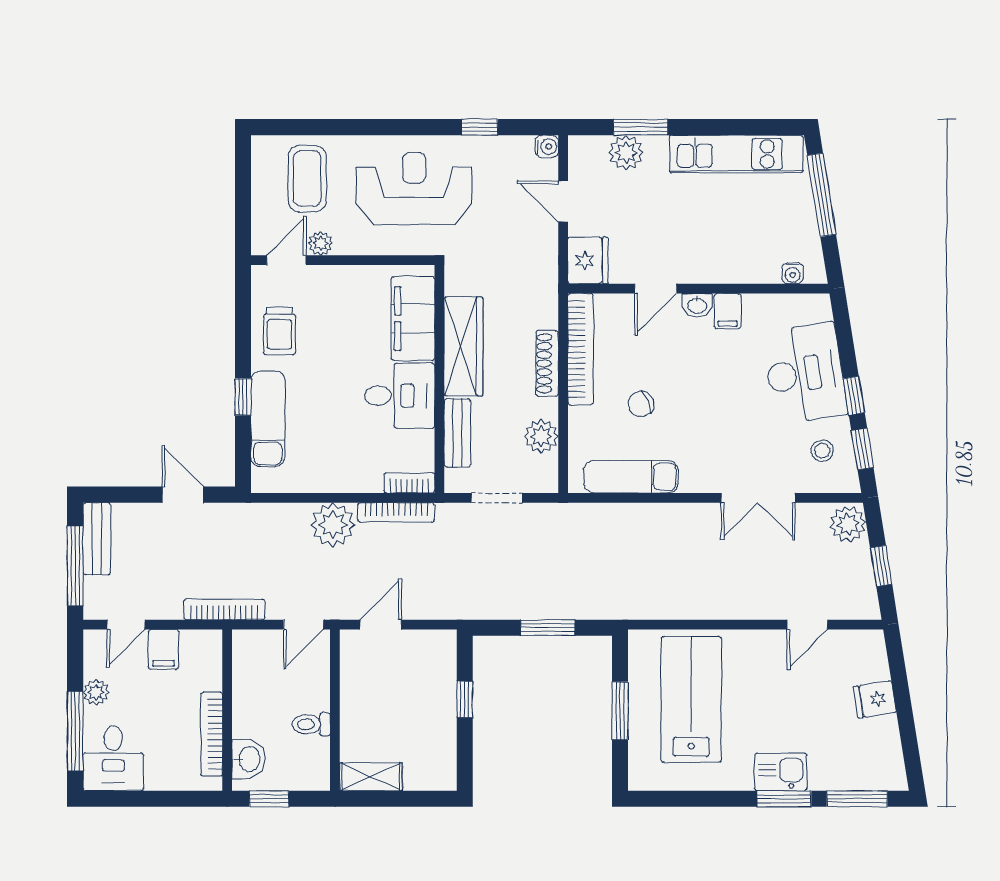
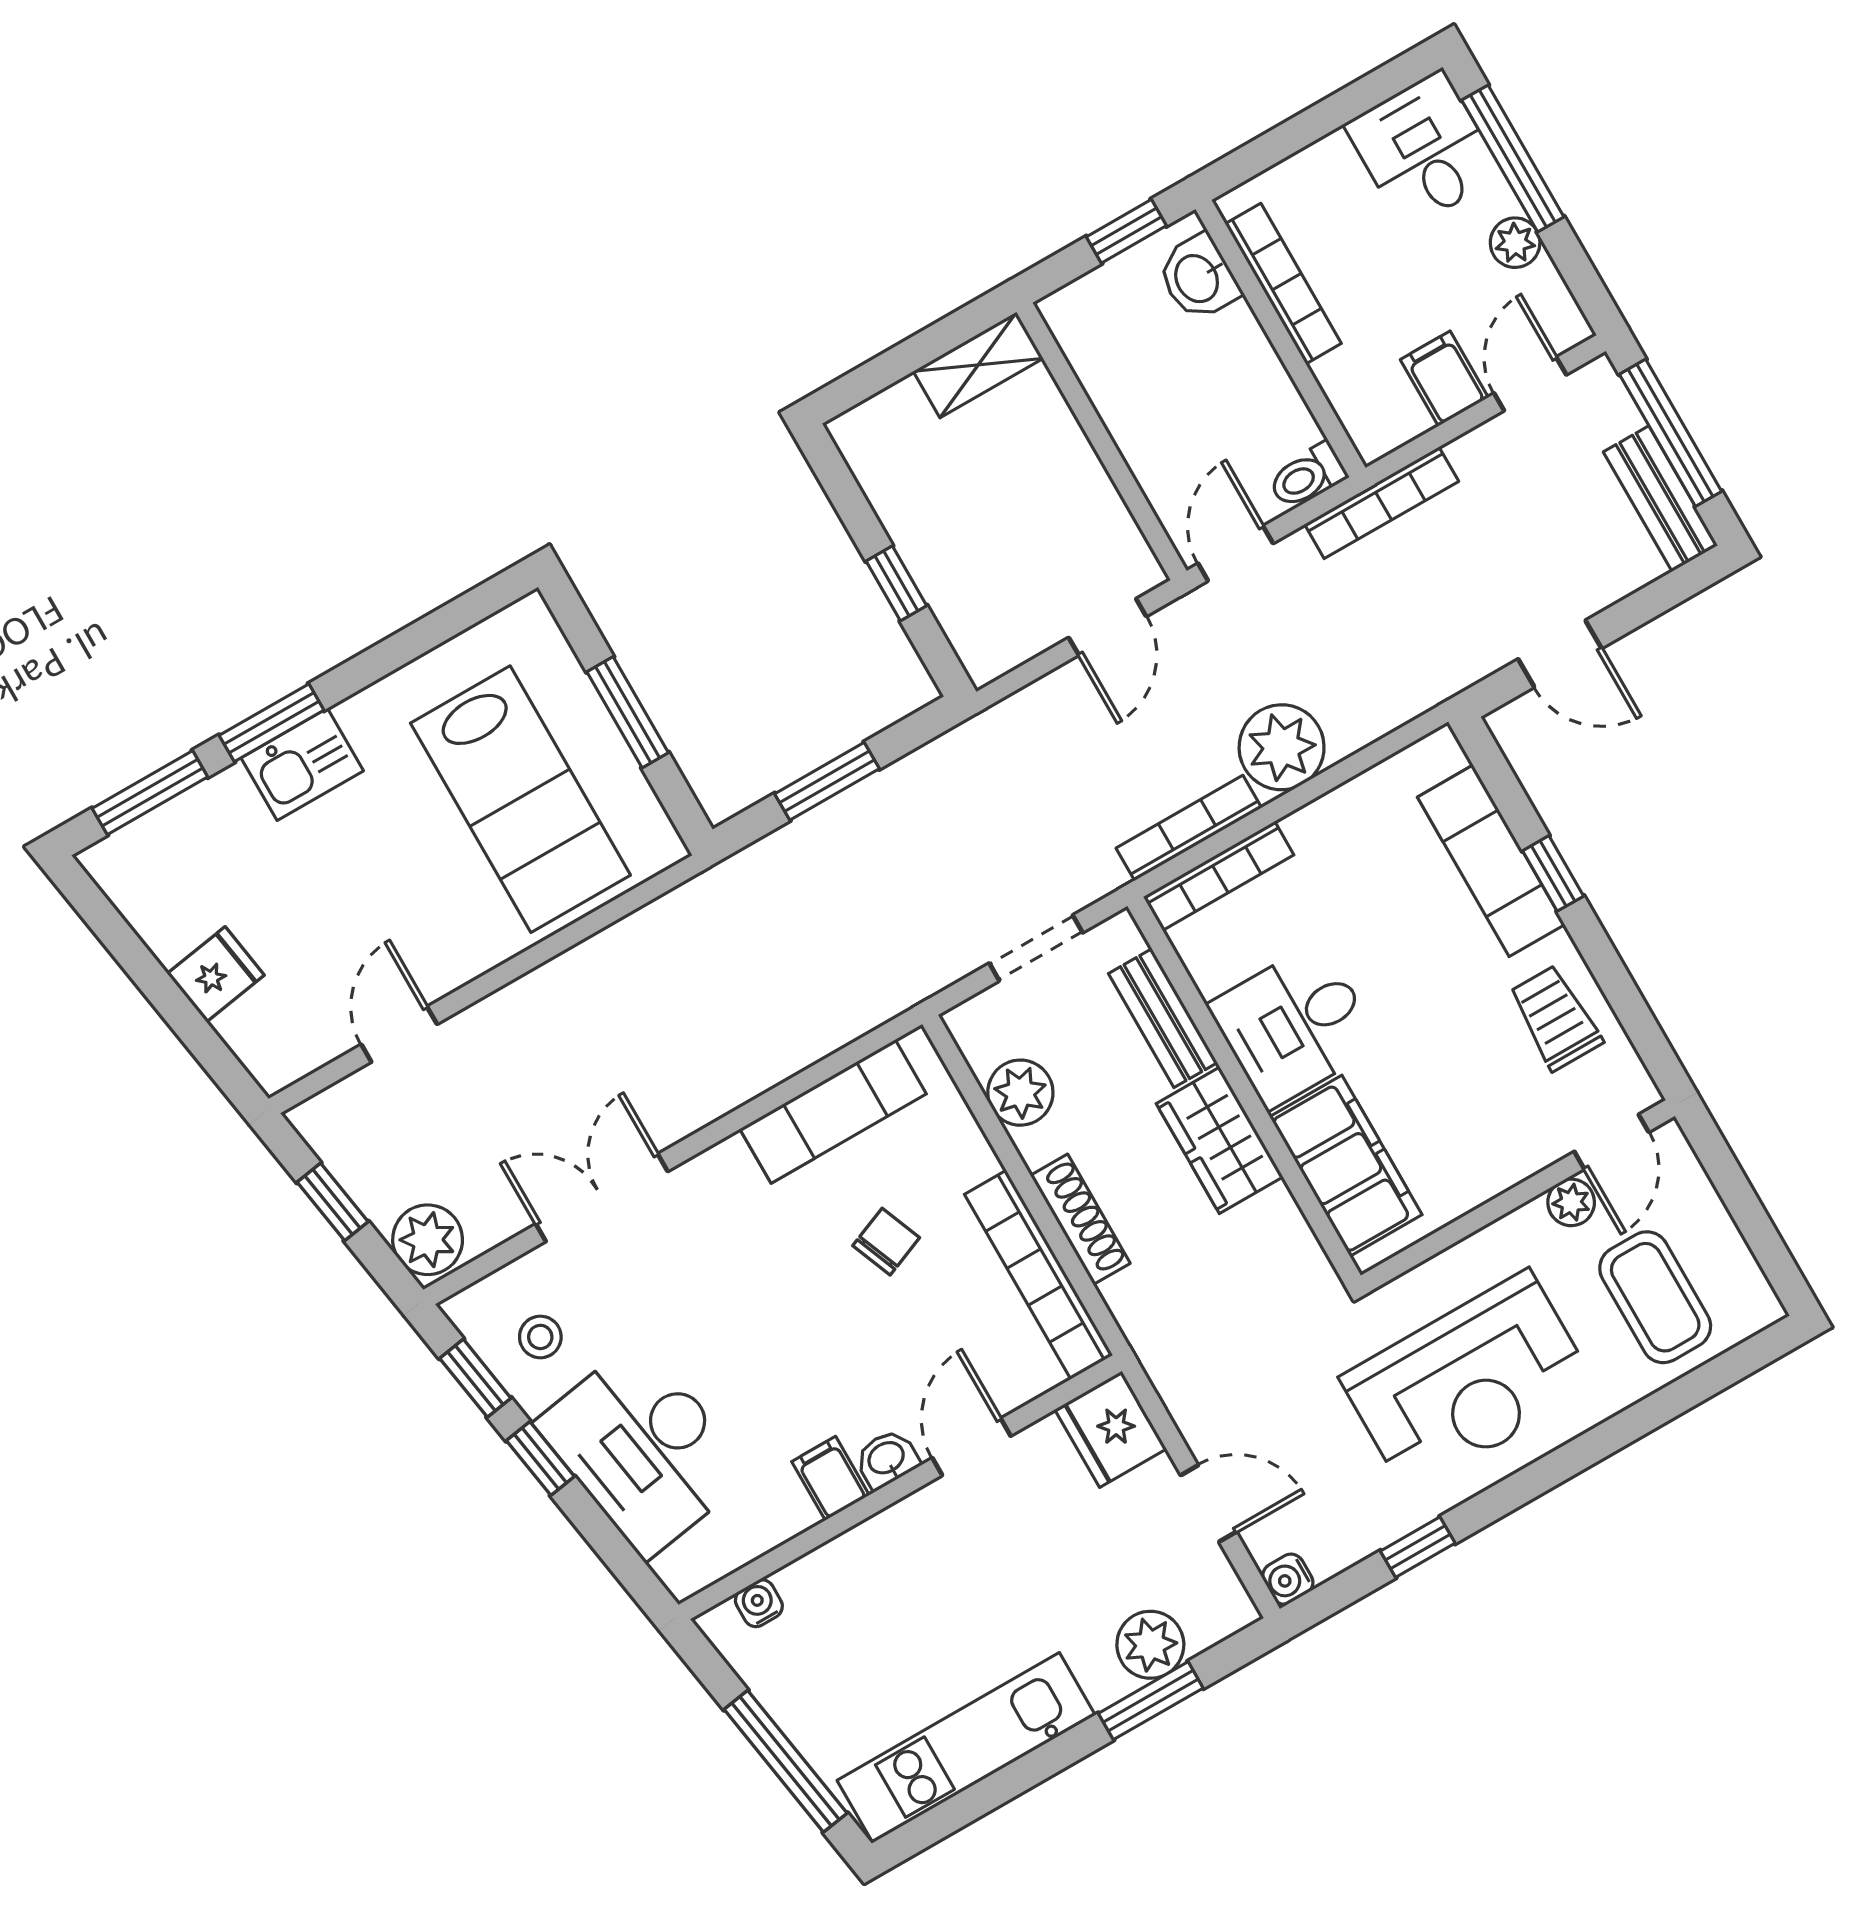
wardrobe: (463, 346) -> (1220, 1140), width x0.67
bookcase: (409, 483) -> (1219, 876), width x1.56
toilet: (311, 724) -> (1307, 476), moved, turned 180

